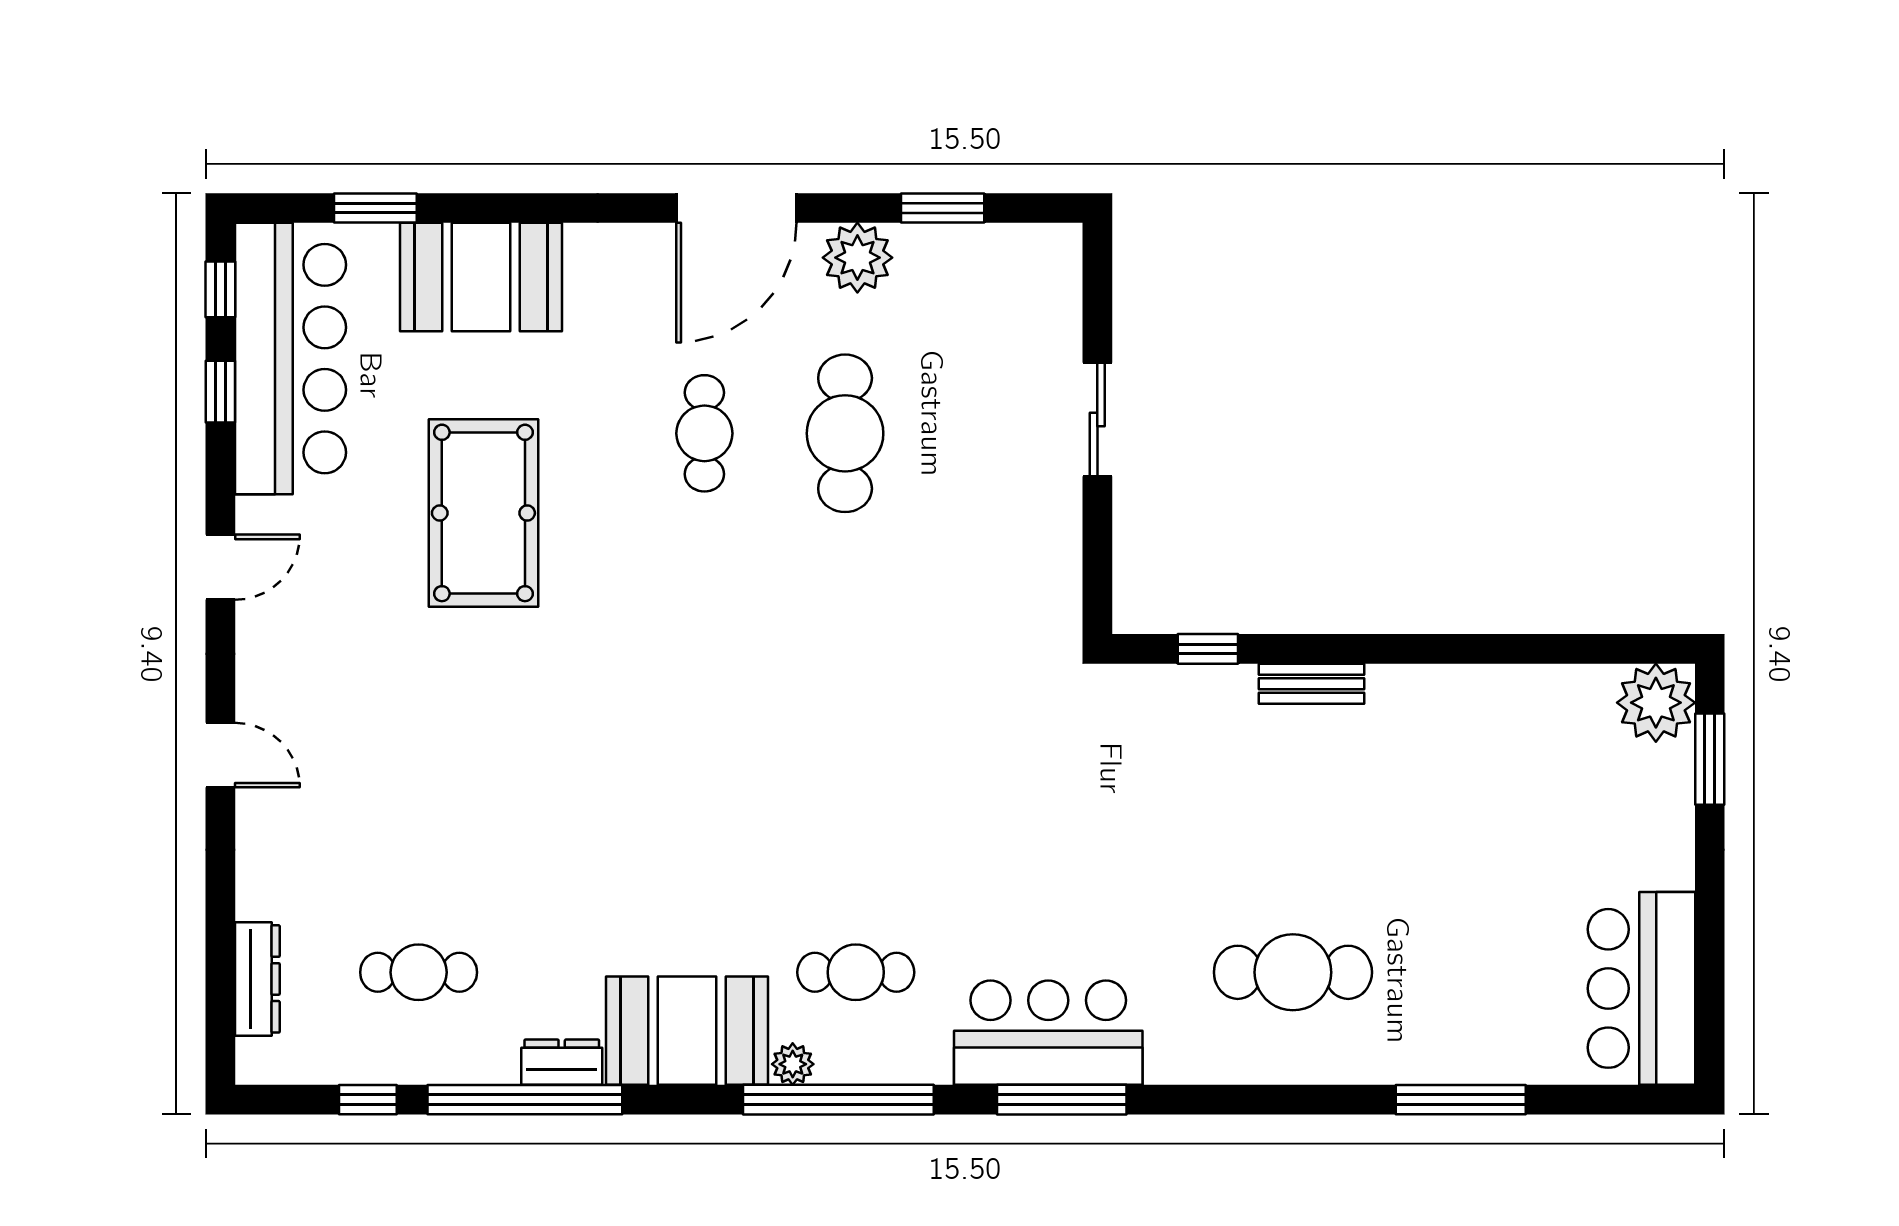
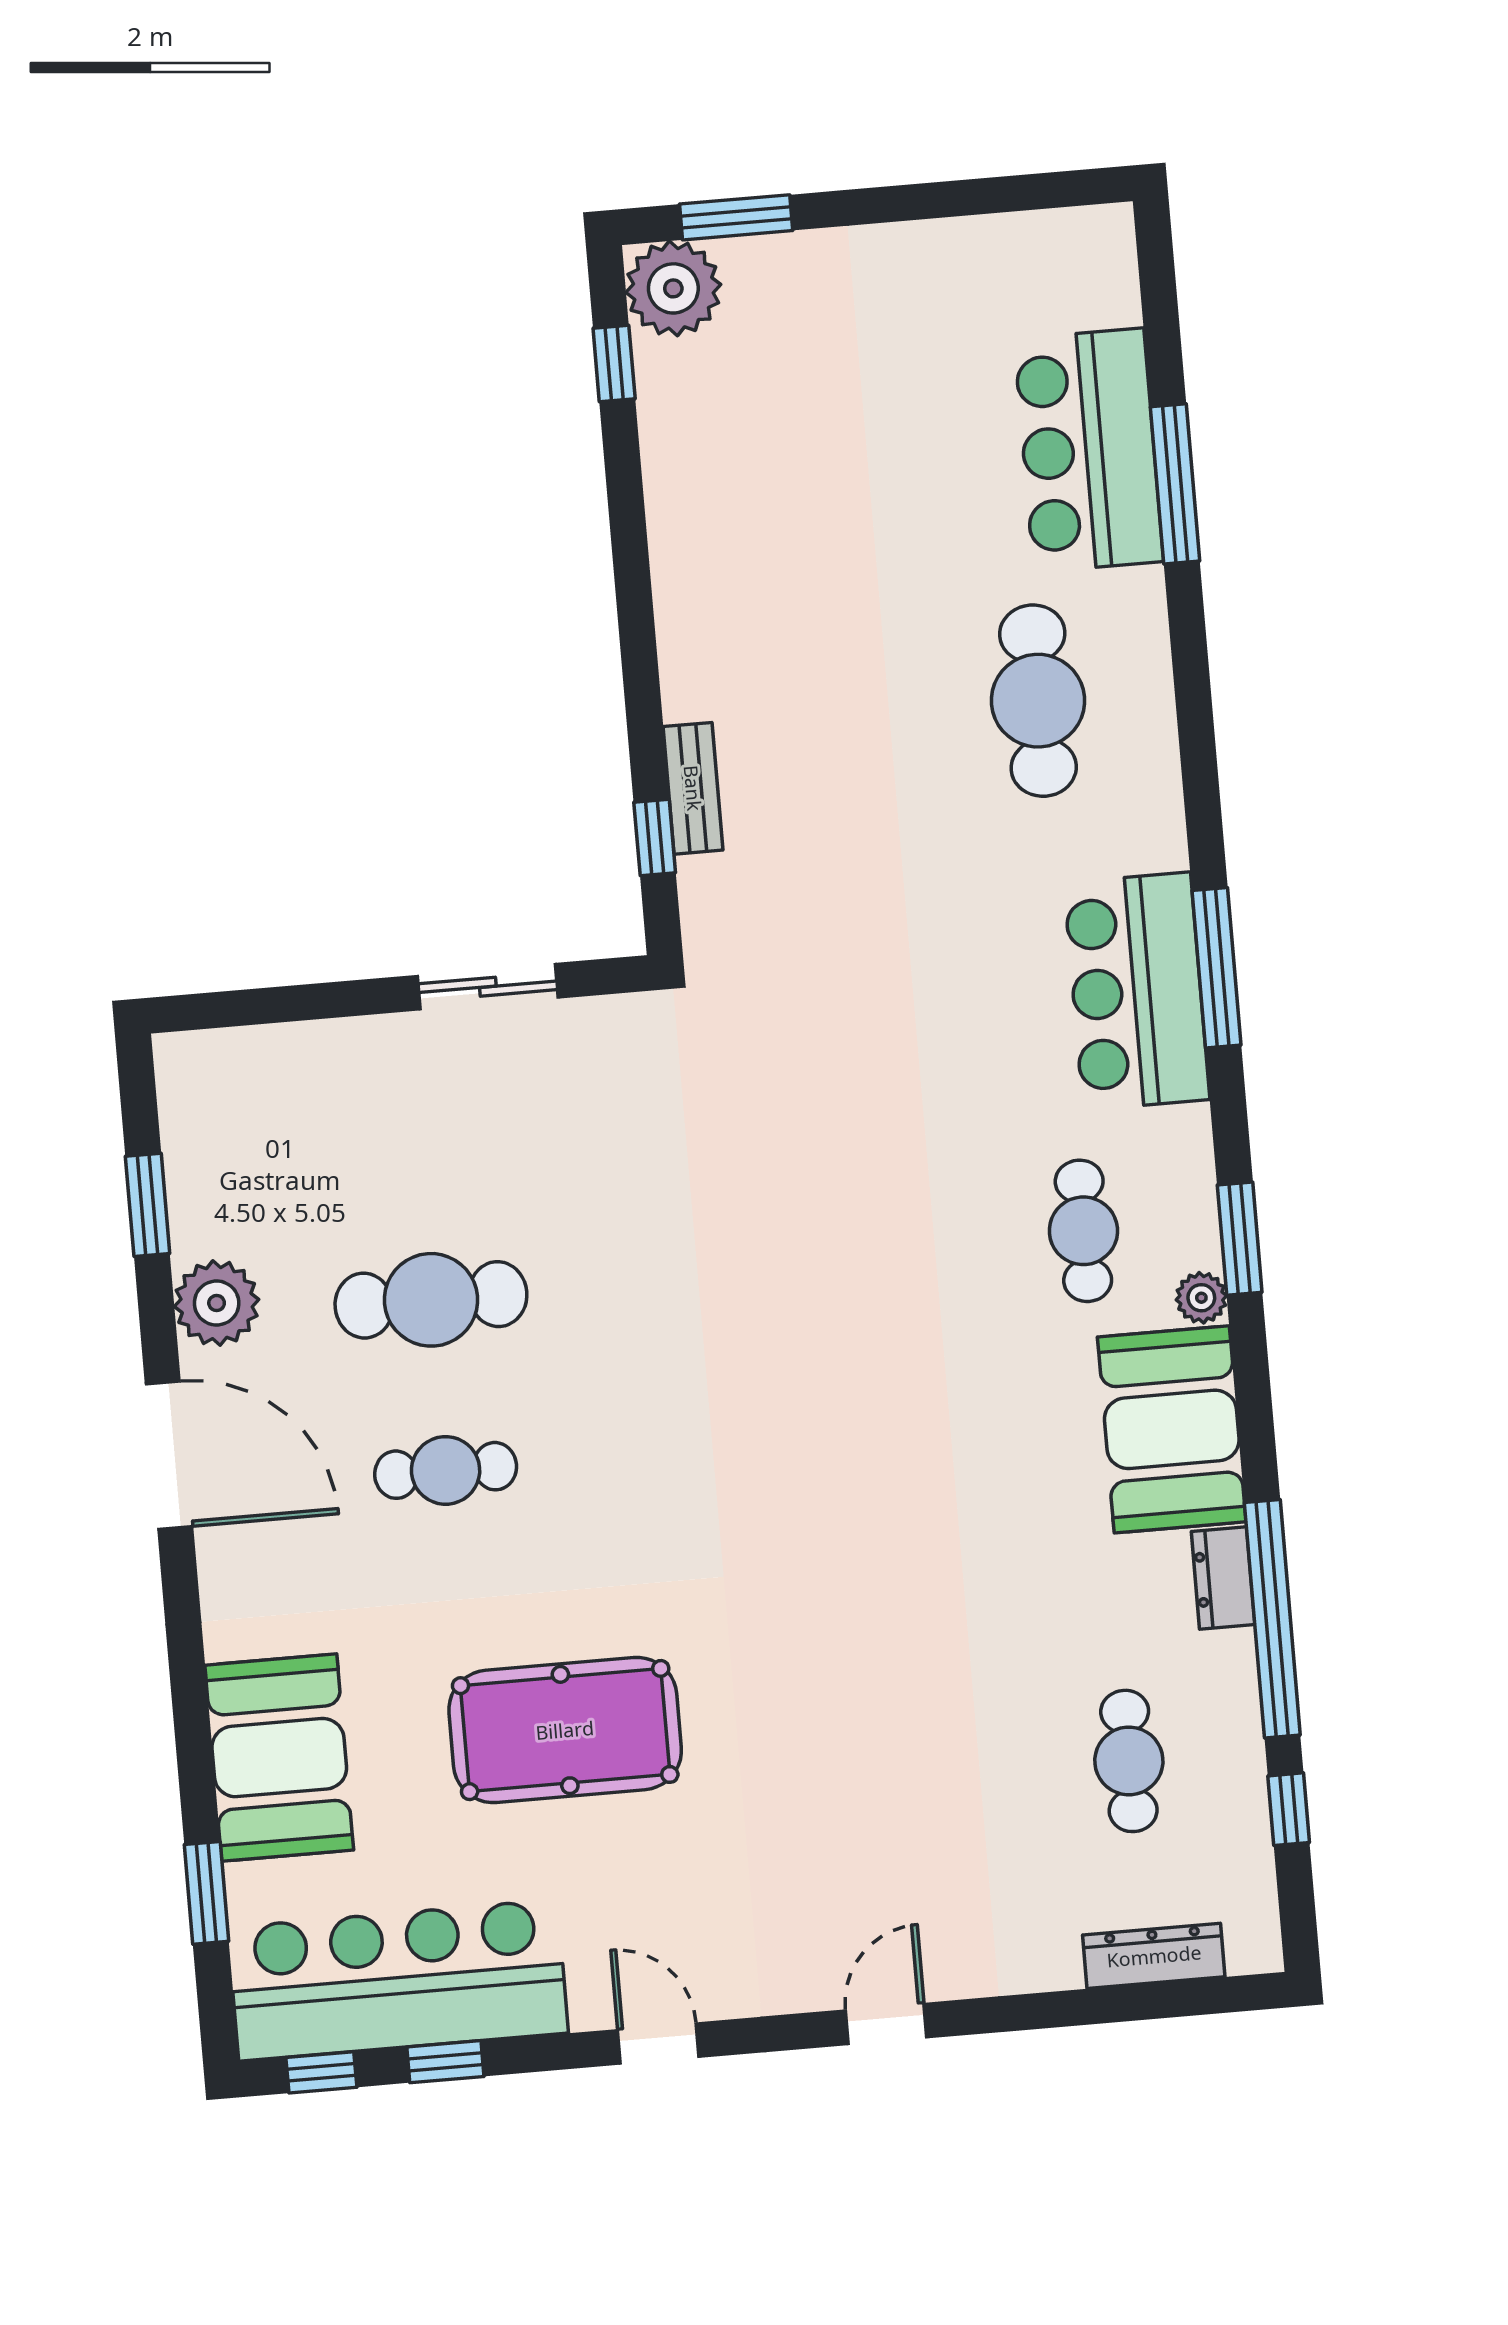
sliding door: (1097, 420) -> (488, 987), moved
window: (1599, 649) -> (614, 363), added
bench: (1312, 684) -> (693, 788), moved
bar counter: (1641, 988) -> (1089, 450), moved, turned 90
window: (838, 1100) -> (1240, 1239), width x0.47

